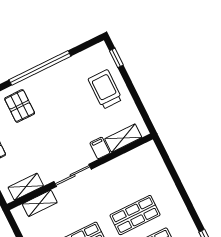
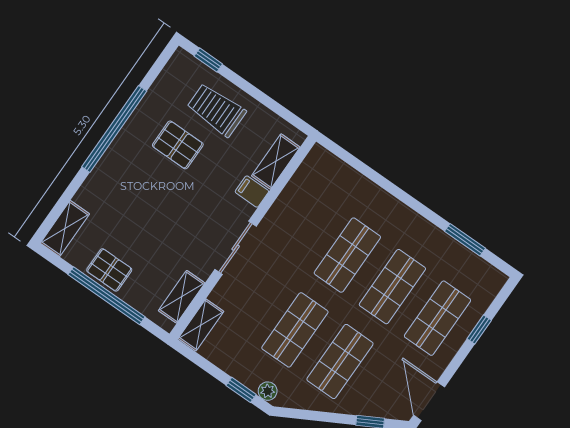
pallet: (20, 106) -> (178, 145), moved
shelving: (40, 203) -> (201, 325), moved

